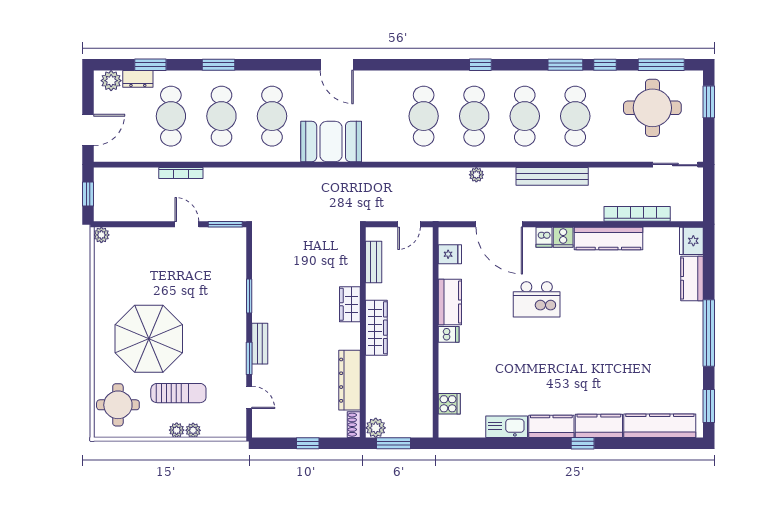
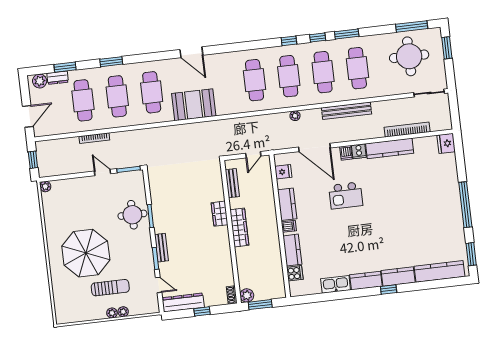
window: (605, 65) -> (318, 37), moved
kitchen counter: (692, 278) -> (292, 250), moved, turned 180
dresser: (349, 380) -> (183, 302), moved, turned 90
round table: (118, 405) -> (132, 215), moved

